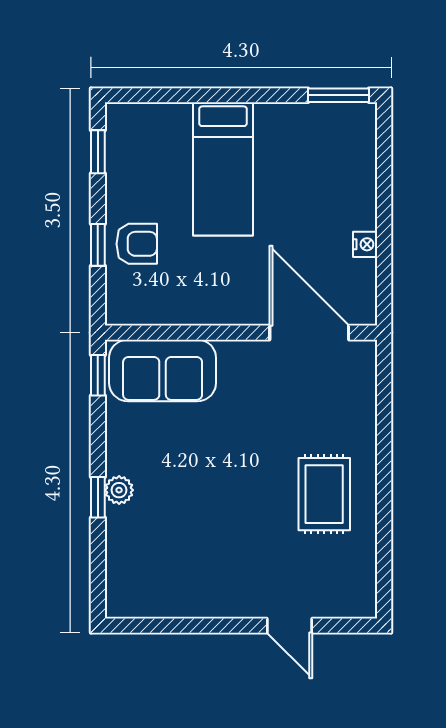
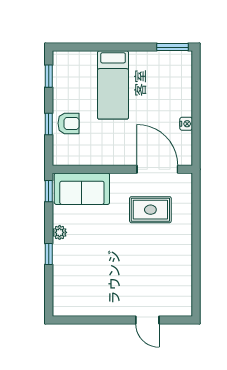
plant: (119, 490) -> (60, 232), moved
rug: (324, 494) -> (150, 210), moved, turned 90

